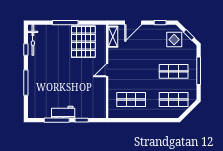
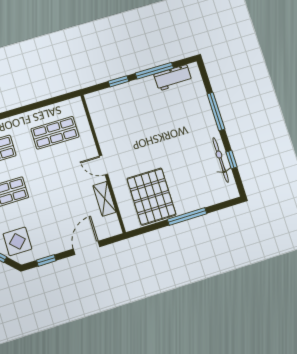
shelving: (113, 37) -> (105, 199), moved
bicycle: (33, 40) -> (221, 160), moved
door: (107, 70) -> (103, 165), swing flipped
workbench: (63, 112) -> (173, 78), moved

